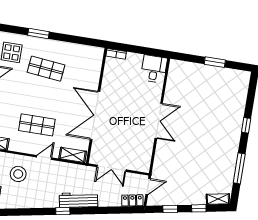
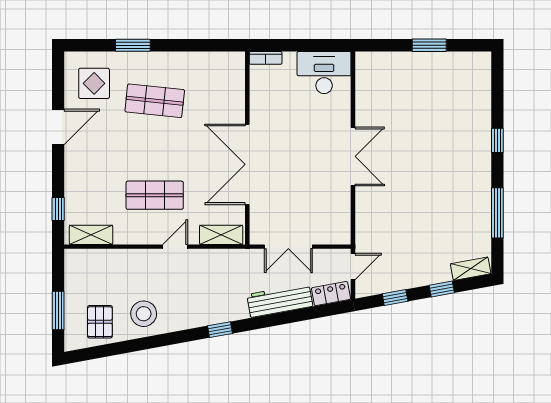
desk: (154, 69) -> (324, 73), width x1.37
stool: (18, 174) -> (144, 314), moved
workbench: (78, 200) -> (280, 300), moved

